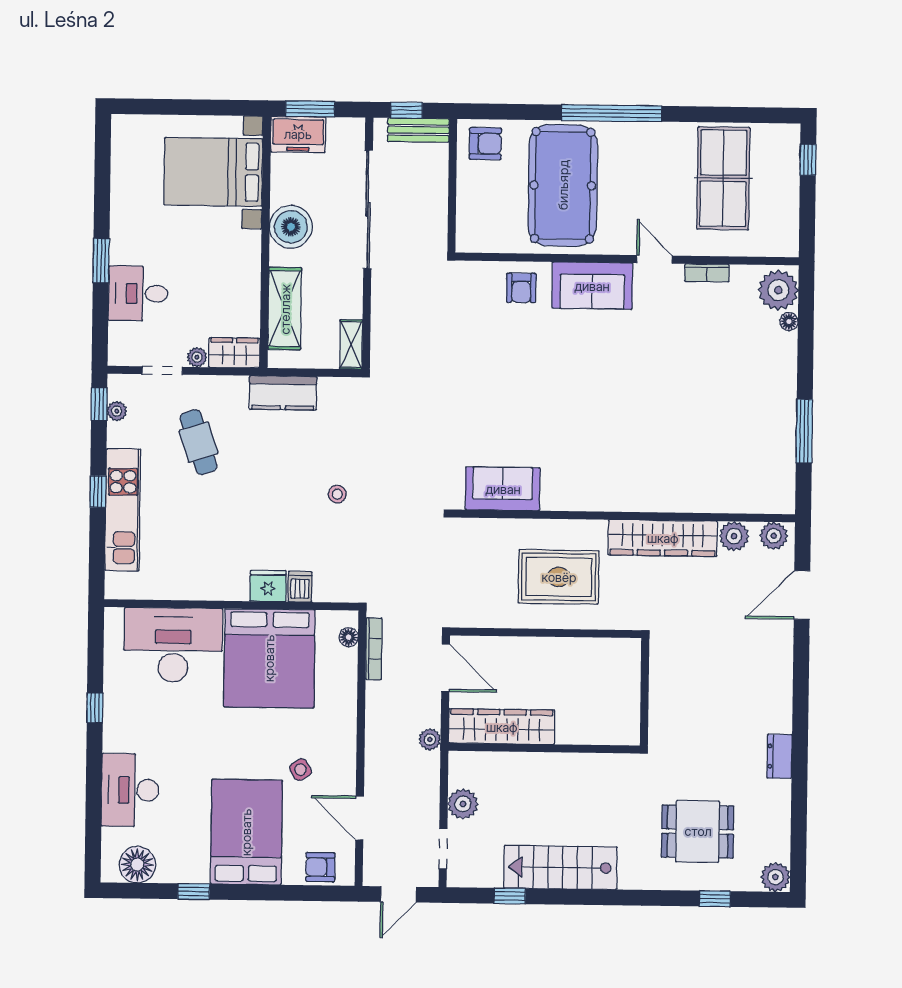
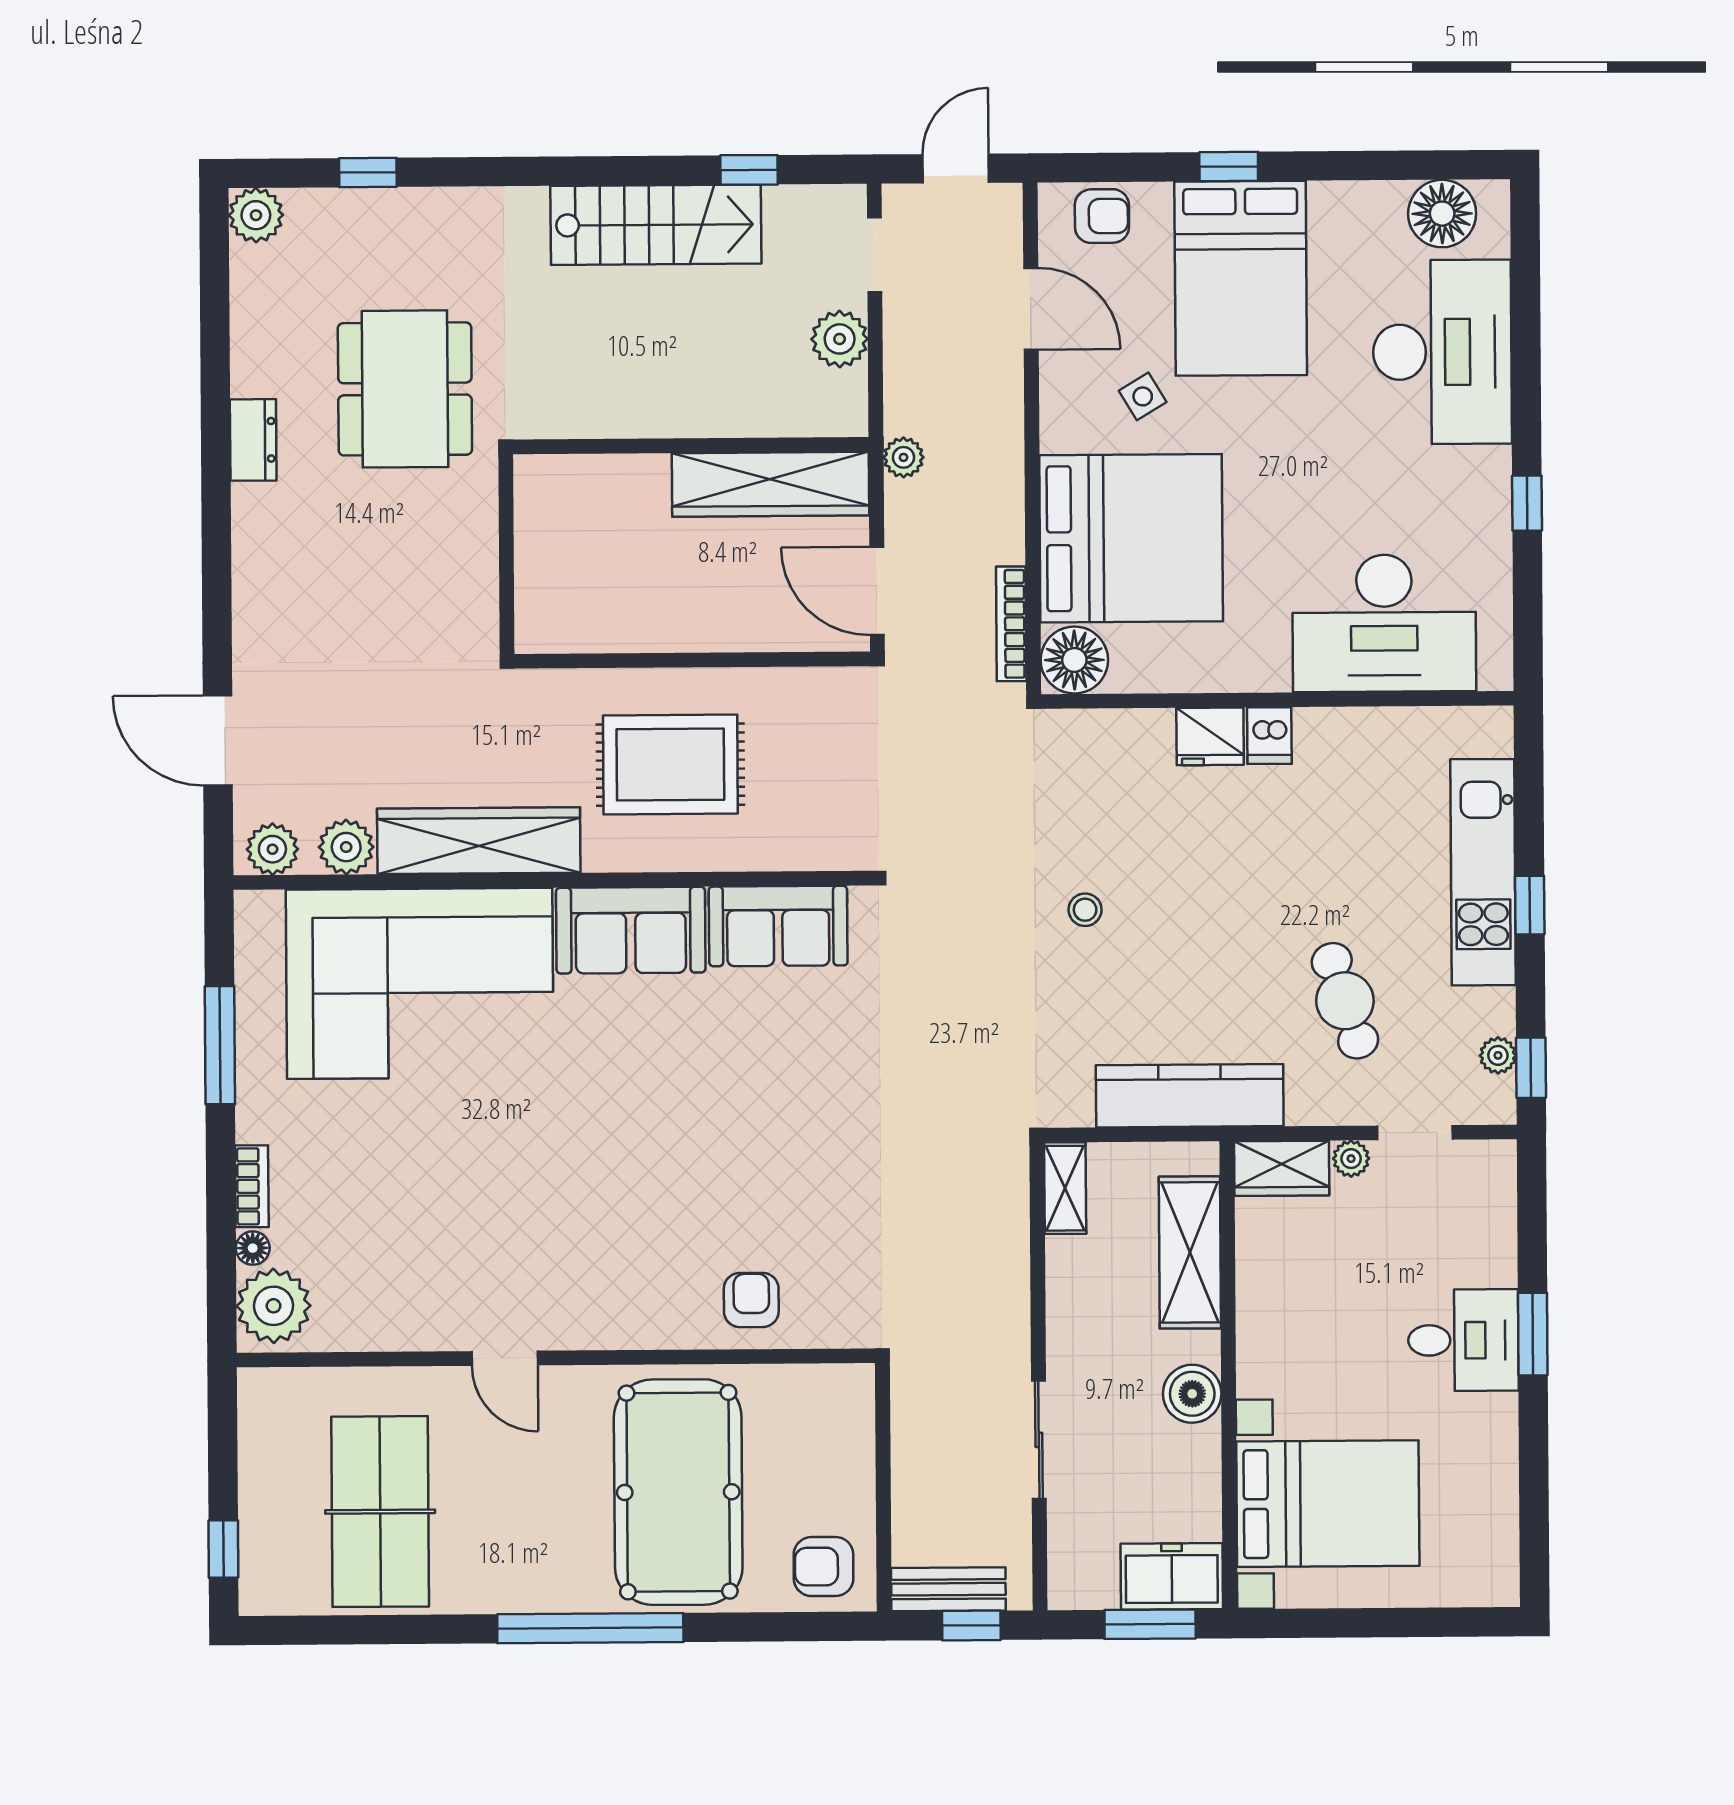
sliding door: (368, 209) -> (1039, 1440), width x0.54
boiler: (291, 227) -> (1192, 1394), width x0.73, depth x0.73
bookcase: (707, 273) -> (252, 1186), moved, turned 90
sofa: (592, 286) -> (631, 930), moved, turned 180
desk: (138, 294) -> (1463, 1340), moved
kitchen counter: (283, 393) -> (1190, 1096), width x1.50
corner sofa: (696, 462) -> (420, 983), added
dishwasher: (300, 587) -> (1269, 736), moved
door: (802, 595) -> (218, 740), swing flipped
floor lamp: (349, 637) -> (1074, 660), width x1.89, depth x1.89
bed: (269, 658) -> (1131, 538), moved, turned 90
desk: (130, 790) -> (1442, 352), width x1.36, depth x1.30
dining table: (698, 831) -> (405, 389), moved, width x1.38
window: (194, 892) -> (1229, 167), moved

